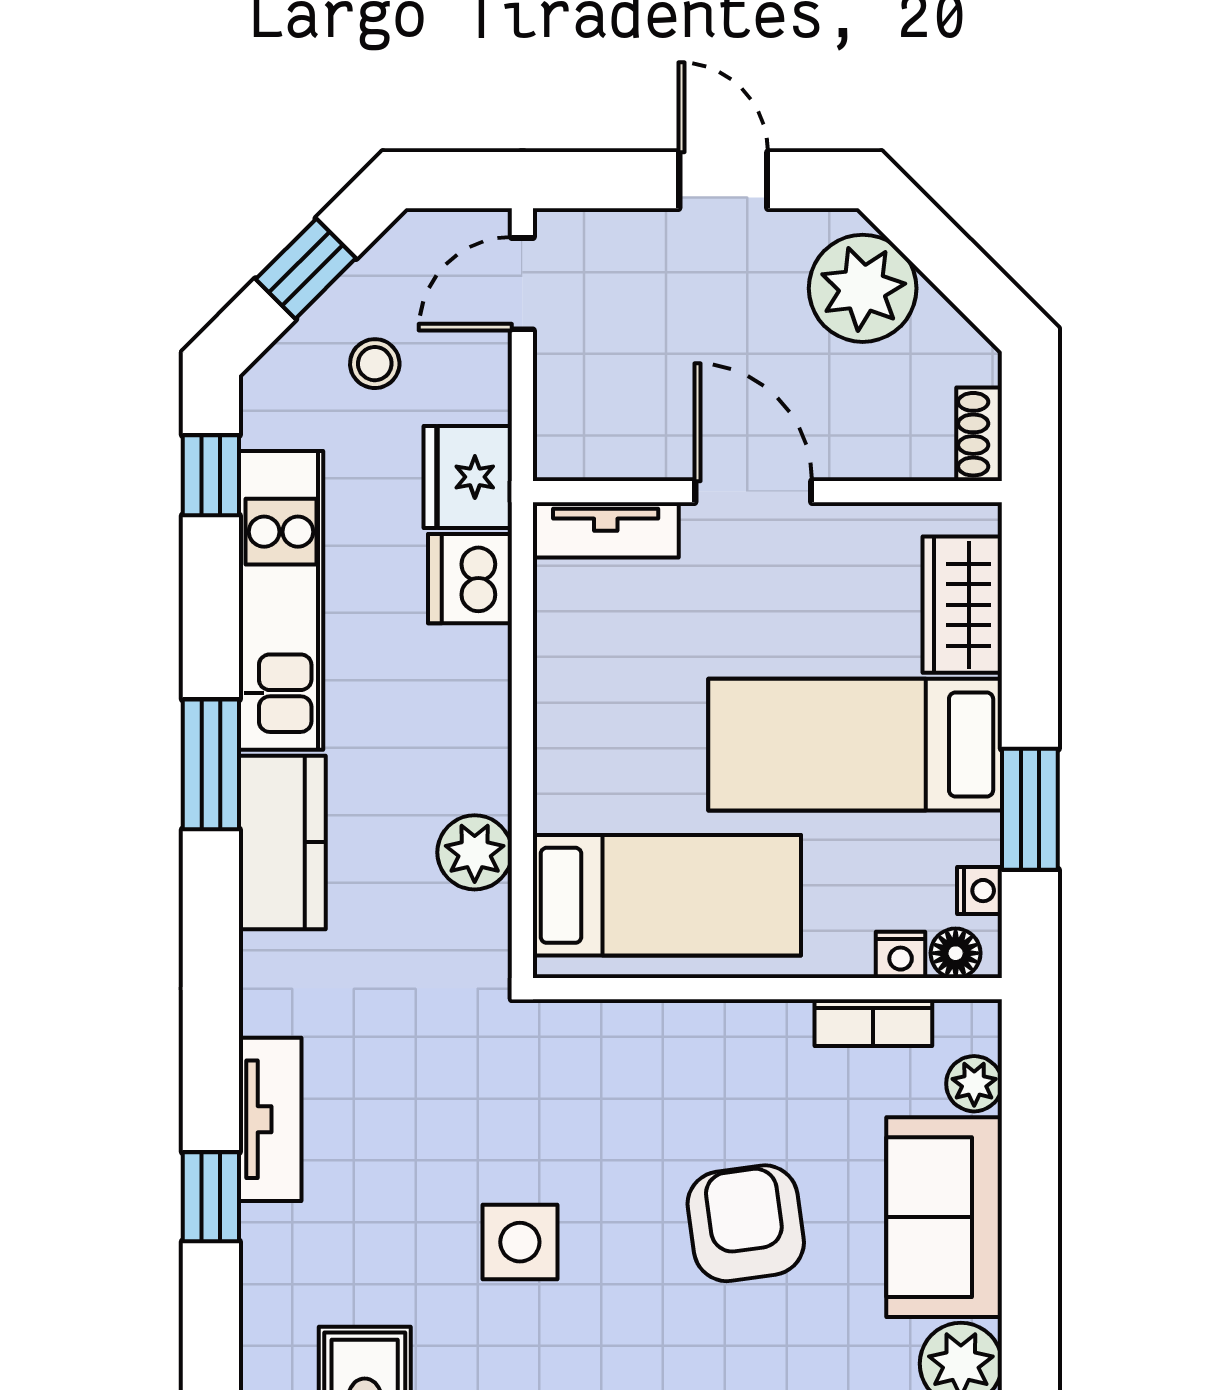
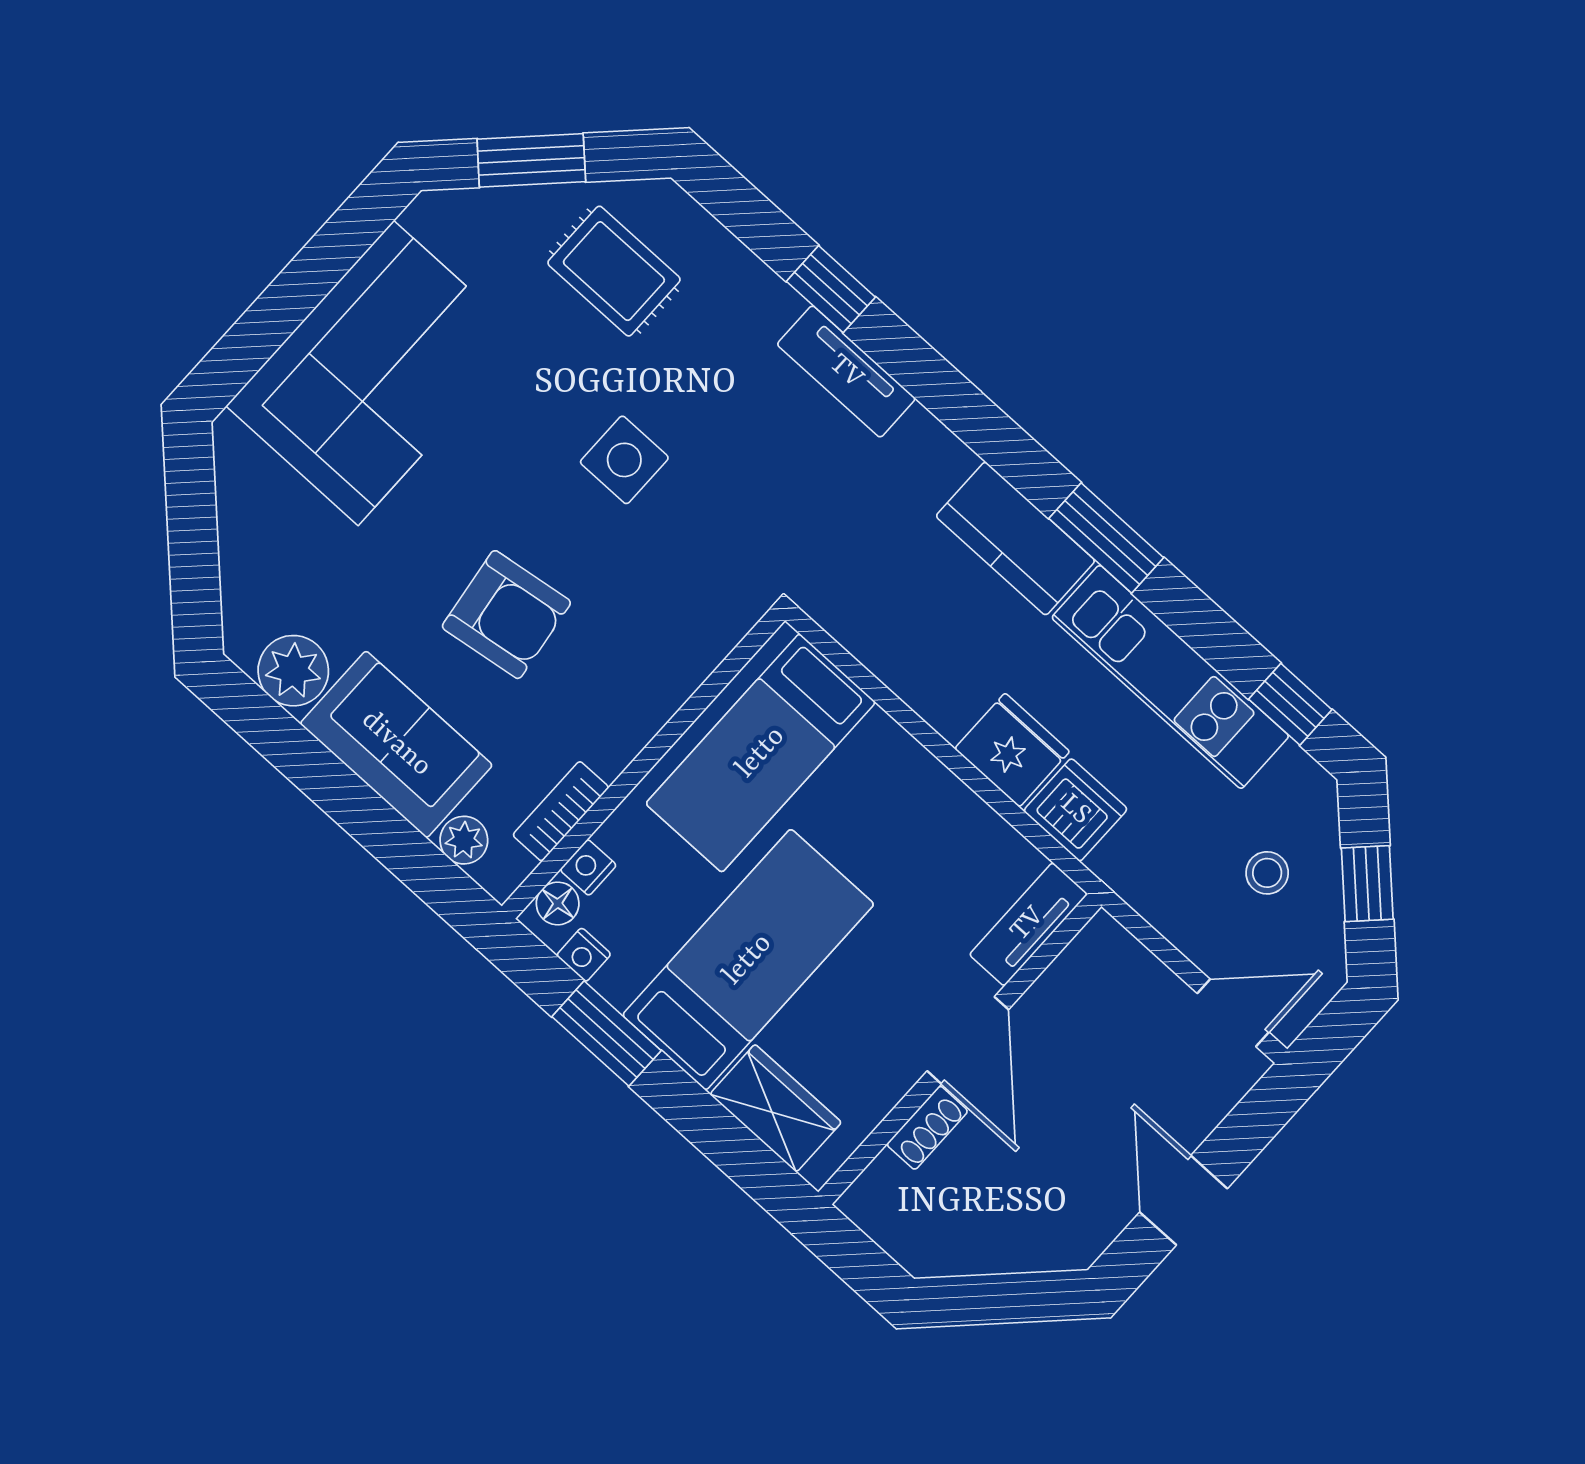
door: (723, 180) -> (1184, 1200), swing flipped
door: (522, 284) -> (1233, 1013), hinge flipped
plant: (863, 288) -> (1034, 1227), removed
shoe rack: (979, 434) -> (927, 1128), moved, turned 90
fridge: (468, 477) -> (1012, 750), moved
door: (753, 492) -> (968, 1040), hinge flipped
plant: (475, 852) -> (898, 655), removed

